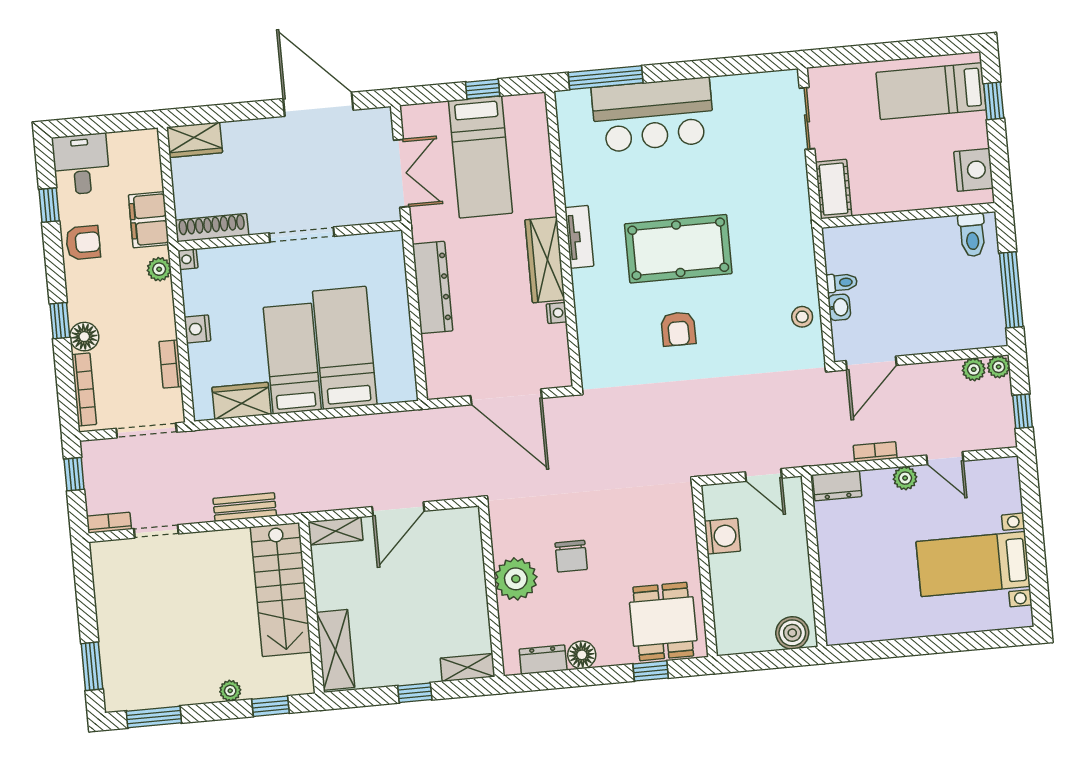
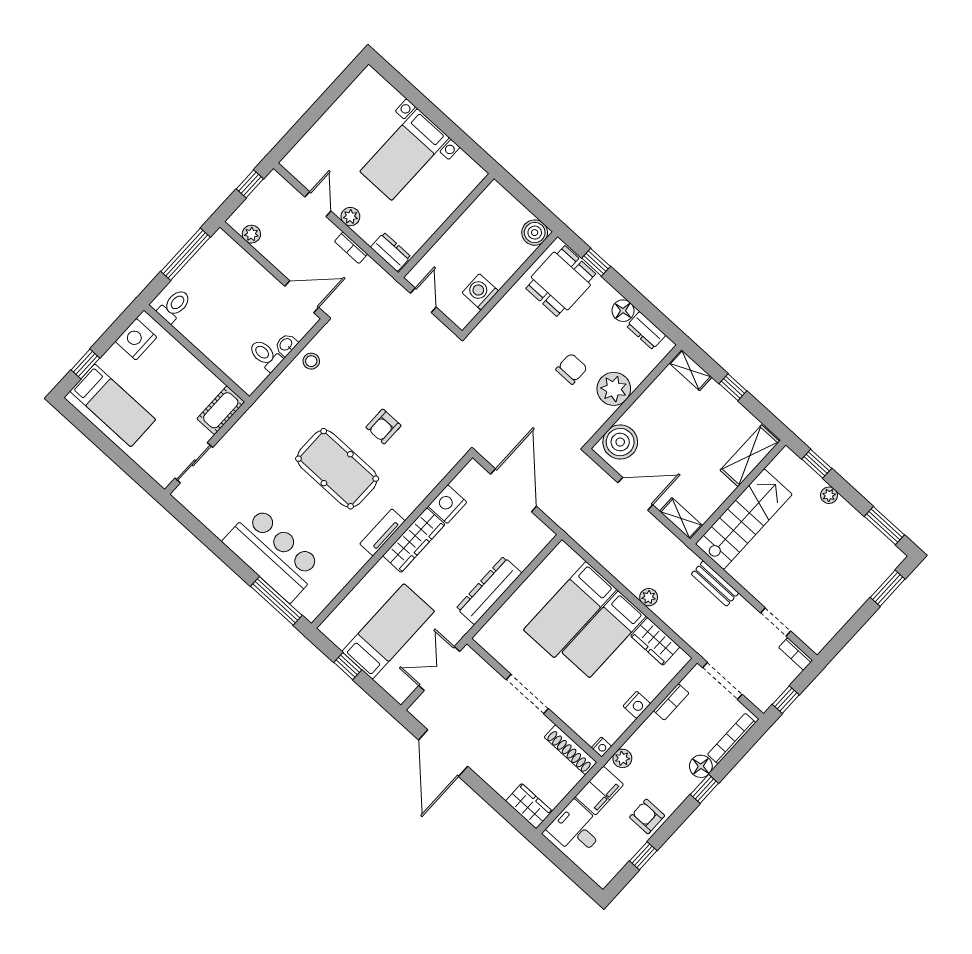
desk: (81, 164) -> (576, 829), moved, turned 90
toilet: (842, 283) -> (265, 355), width x1.37, depth x1.39
nightstand: (557, 313) -> (447, 504), width x1.89, depth x1.79
armchair: (678, 329) -> (383, 426), turned 180
plant: (999, 367) -> (649, 597), moved
boiler: (460, 539) -> (620, 442), added
bed with nightstands: (973, 564) -> (405, 154), moved, turned 90
boiler: (792, 633) -> (535, 233), moved

